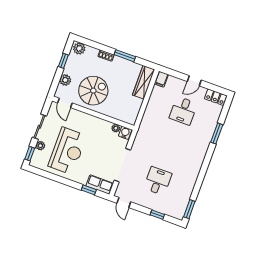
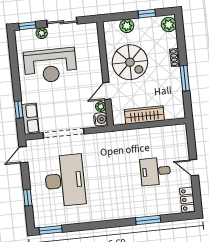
filing cabinet: (161, 79) -> (178, 131), removed
wardrobe: (144, 82) -> (144, 115), moved
door: (65, 103) -> (107, 91), moved
desk: (158, 181) -> (65, 180), width x1.87, depth x1.30

